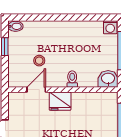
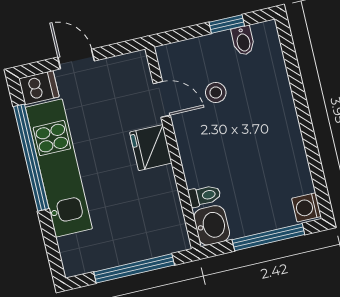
bidet: (15, 26) -> (243, 41), moved
toilet: (72, 79) -> (205, 196), moved

